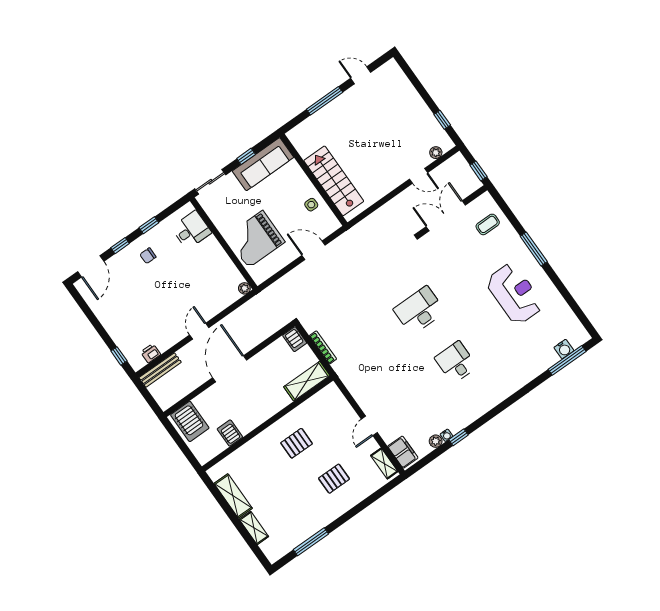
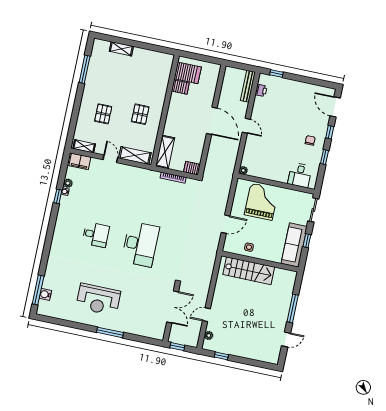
coffee table: (488, 224) -> (146, 323), removed
desk: (419, 311) -> (140, 244), width x1.36, depth x1.30
server rack: (190, 421) -> (188, 73), moved, turned 180
shelving: (233, 496) -> (135, 156), moved

